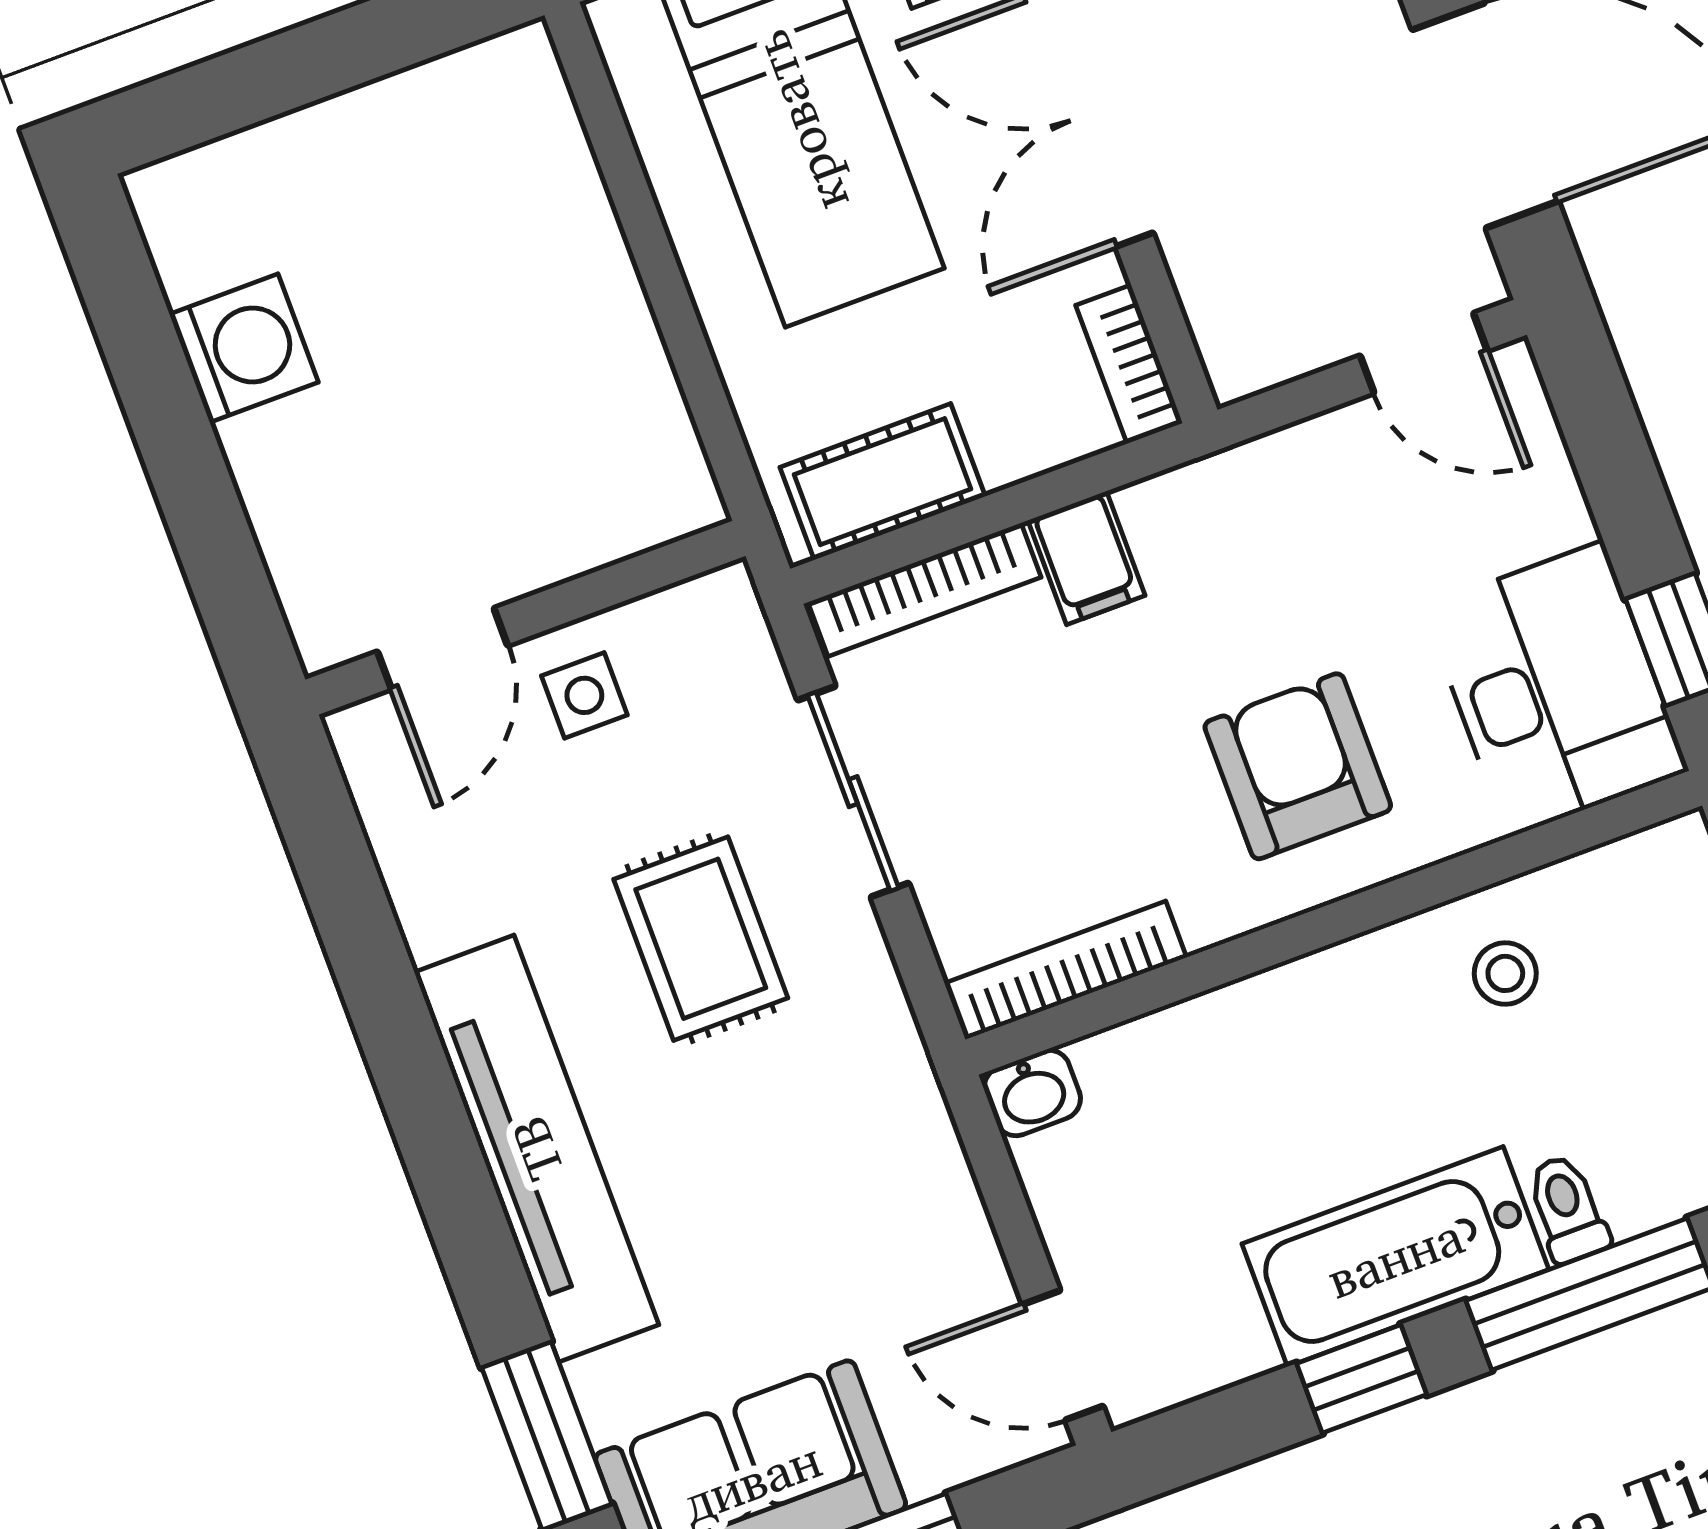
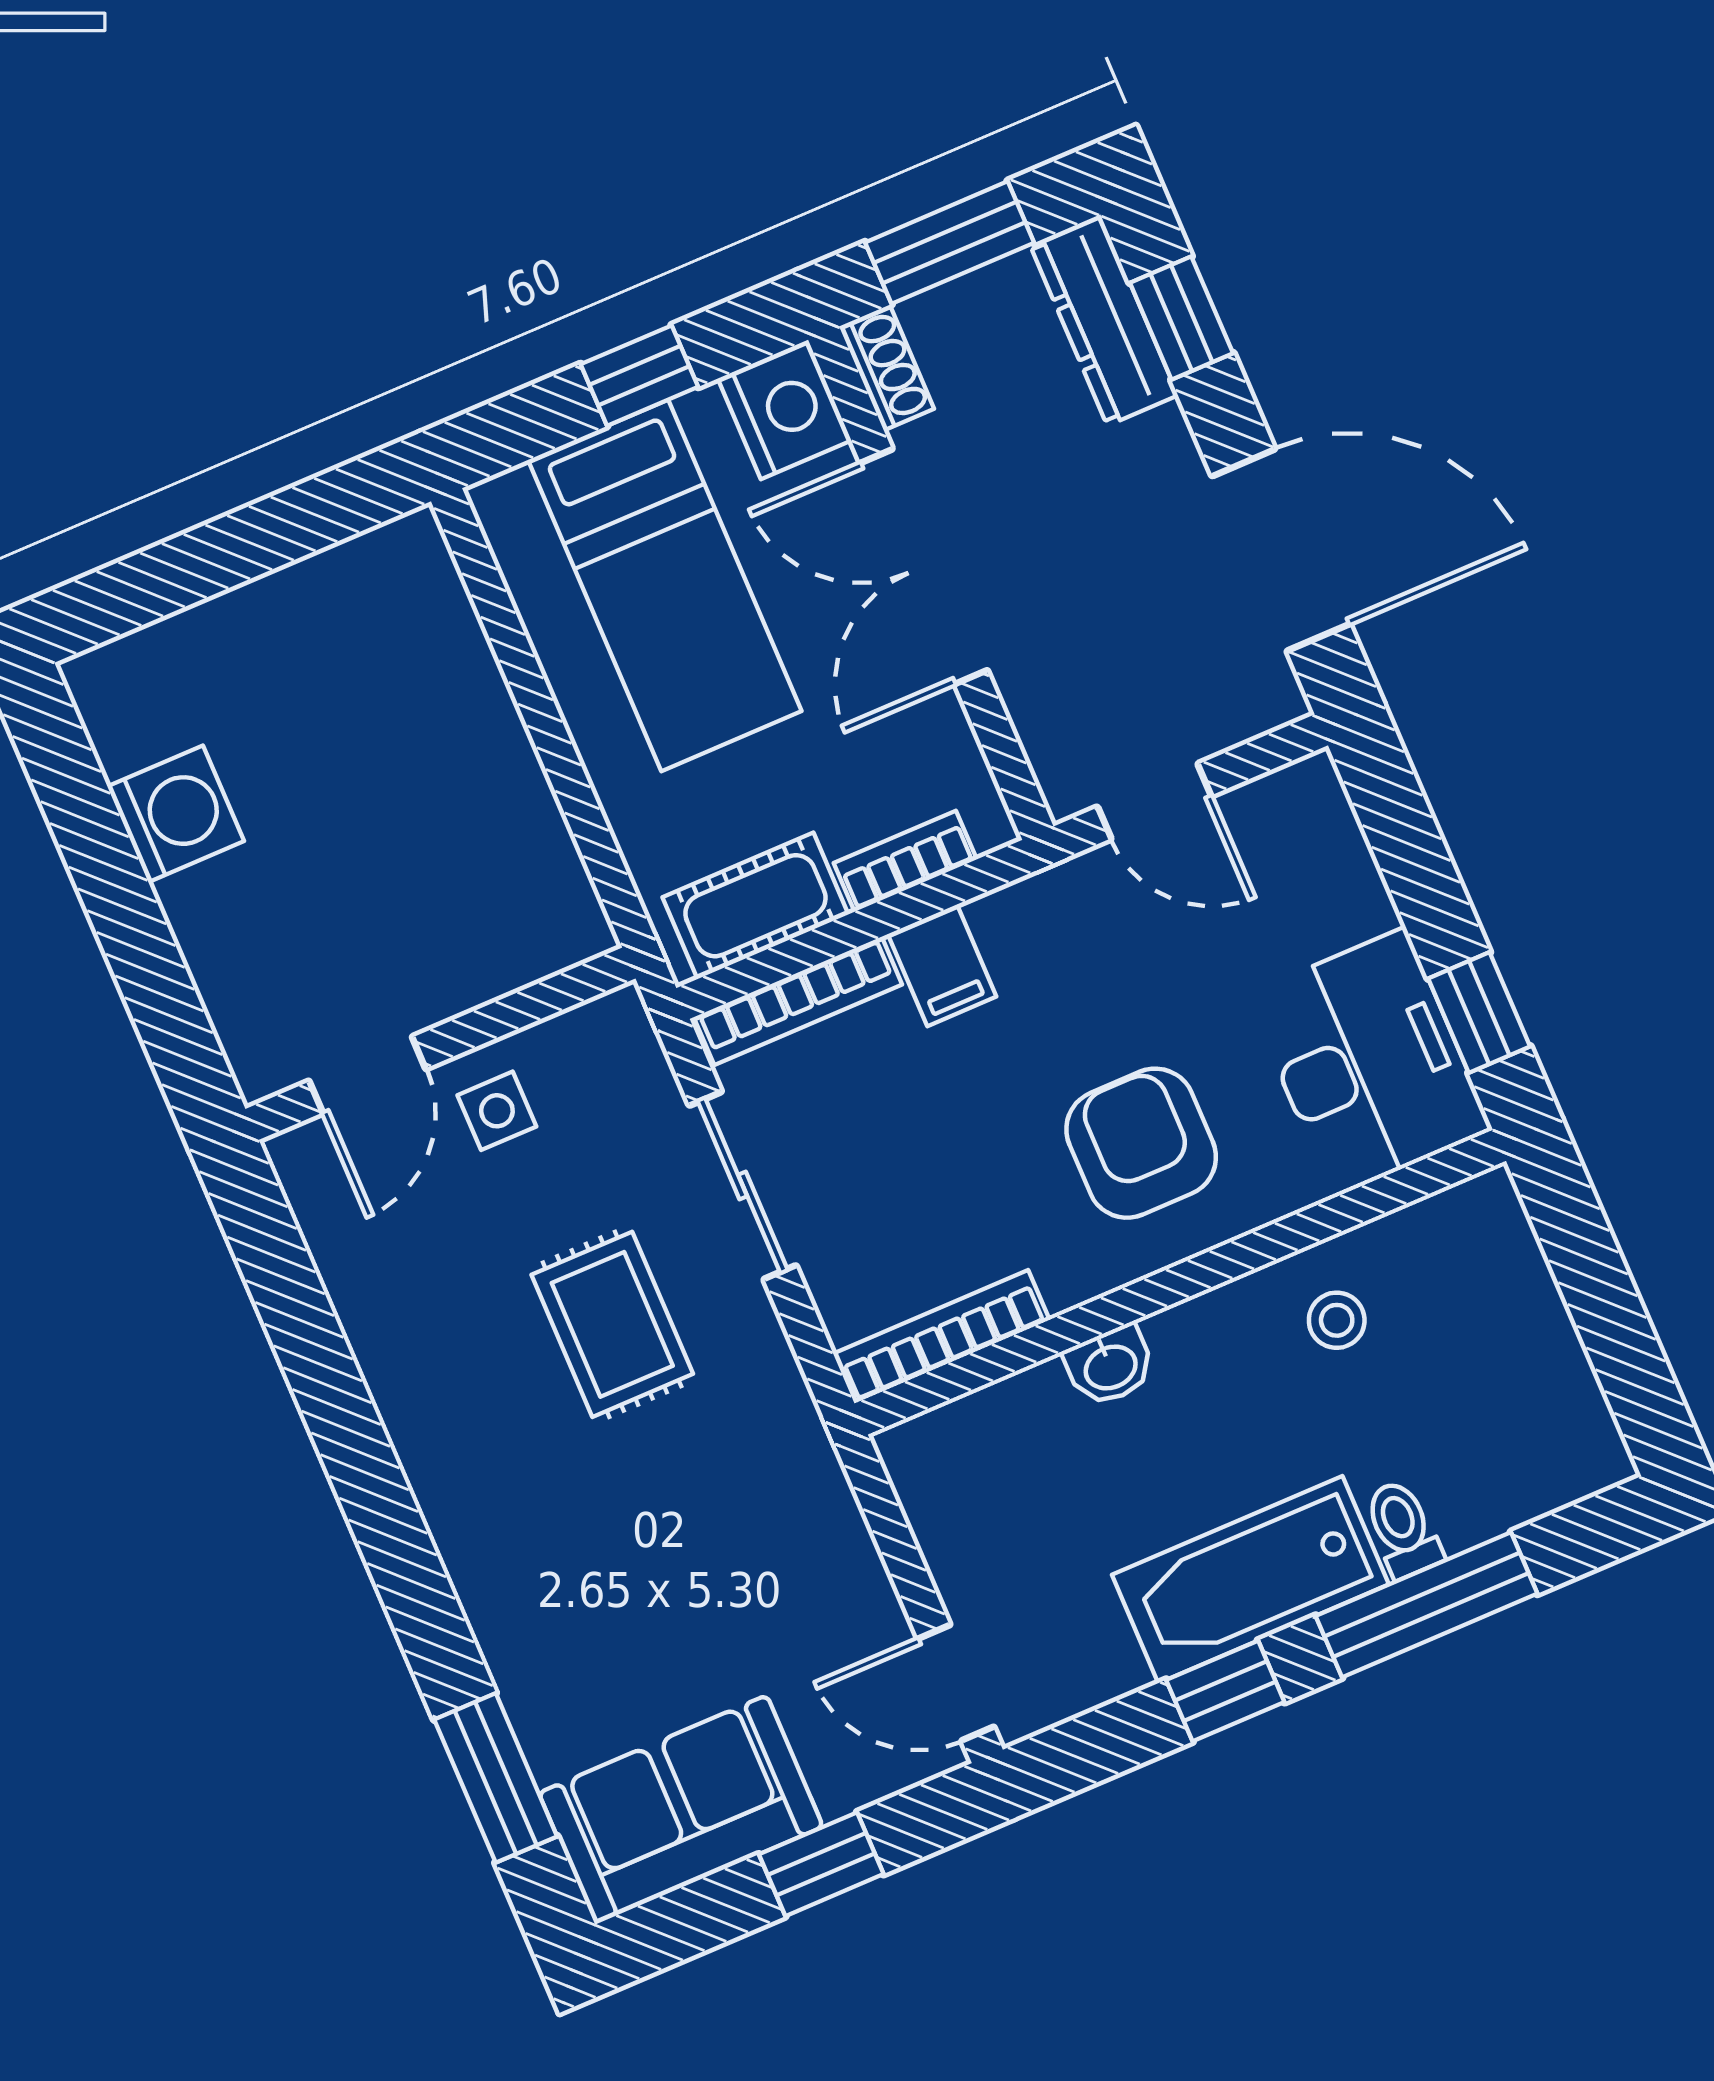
door: (1424, 353) -> (1154, 801), moved
bookcase: (1129, 364) -> (905, 861), moved, turned 90
washbasin: (1032, 1093) -> (1110, 1366), moved
tv unit: (536, 1149) -> (474, 1520), removed

